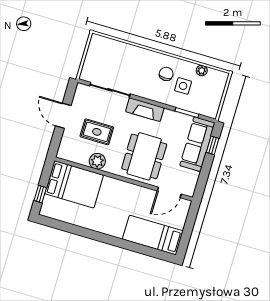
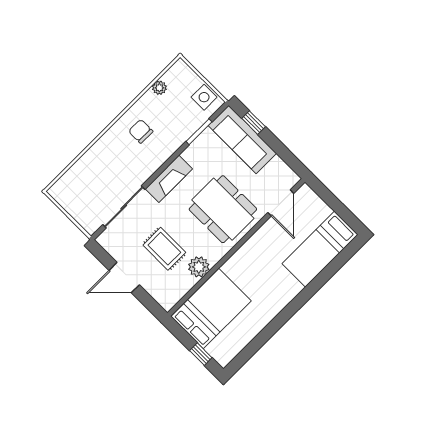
side table: (183, 86) -> (204, 97), moved
rug: (97, 132) -> (164, 249), turned 90

